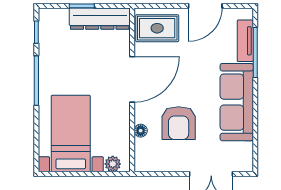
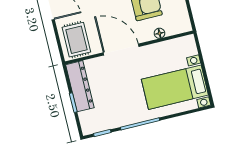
plant: (113, 164) -> (191, 49), removed

